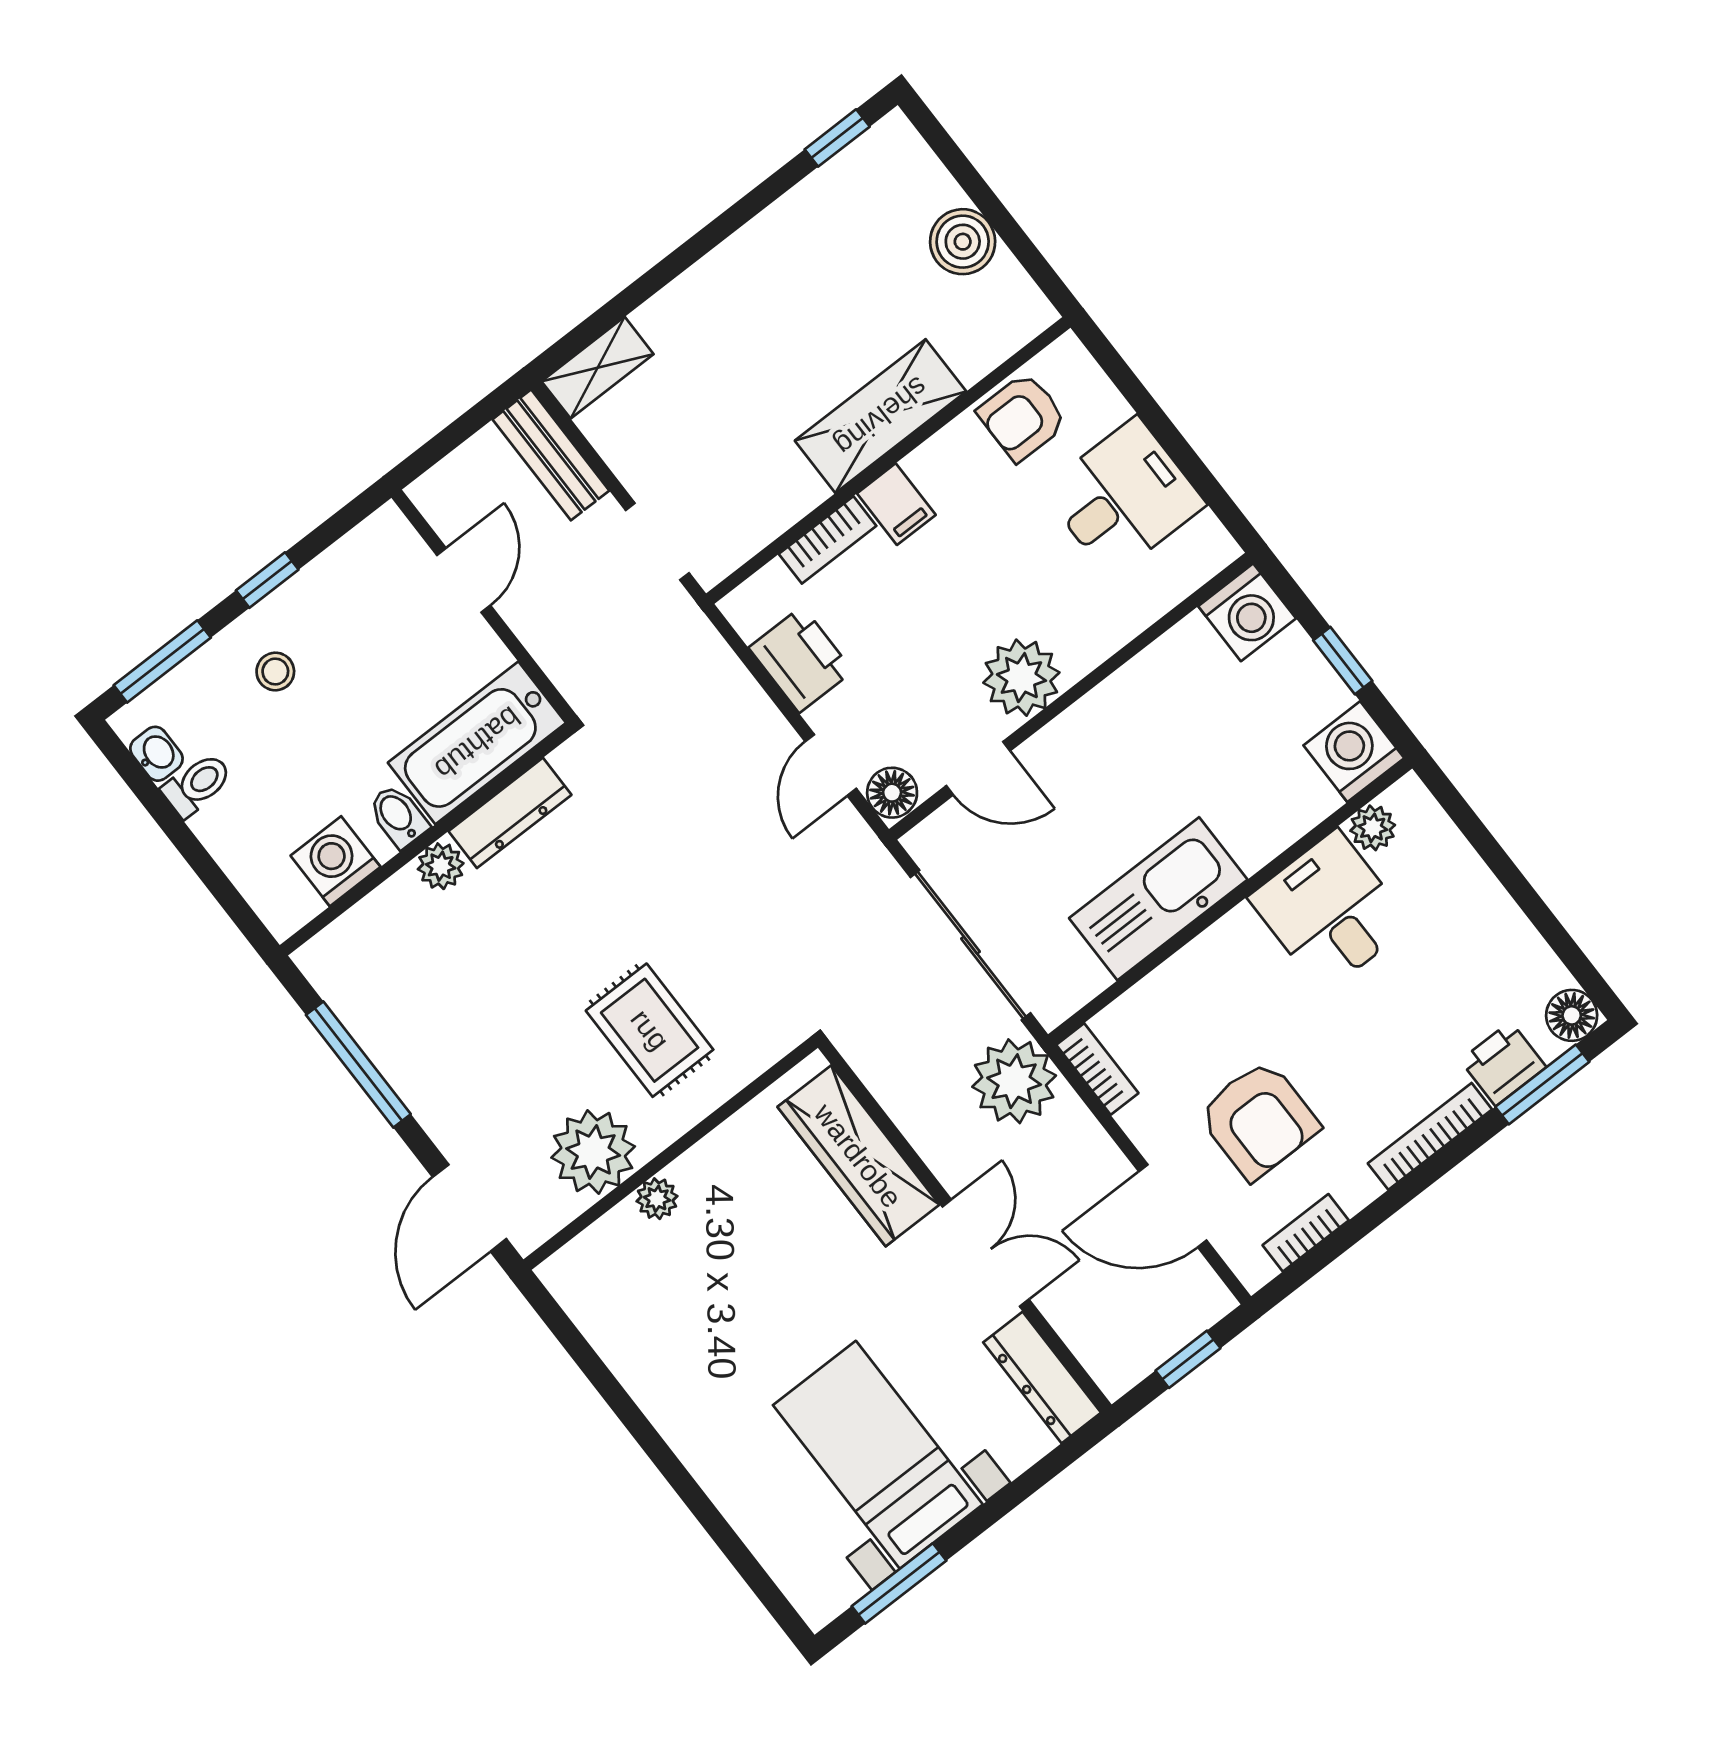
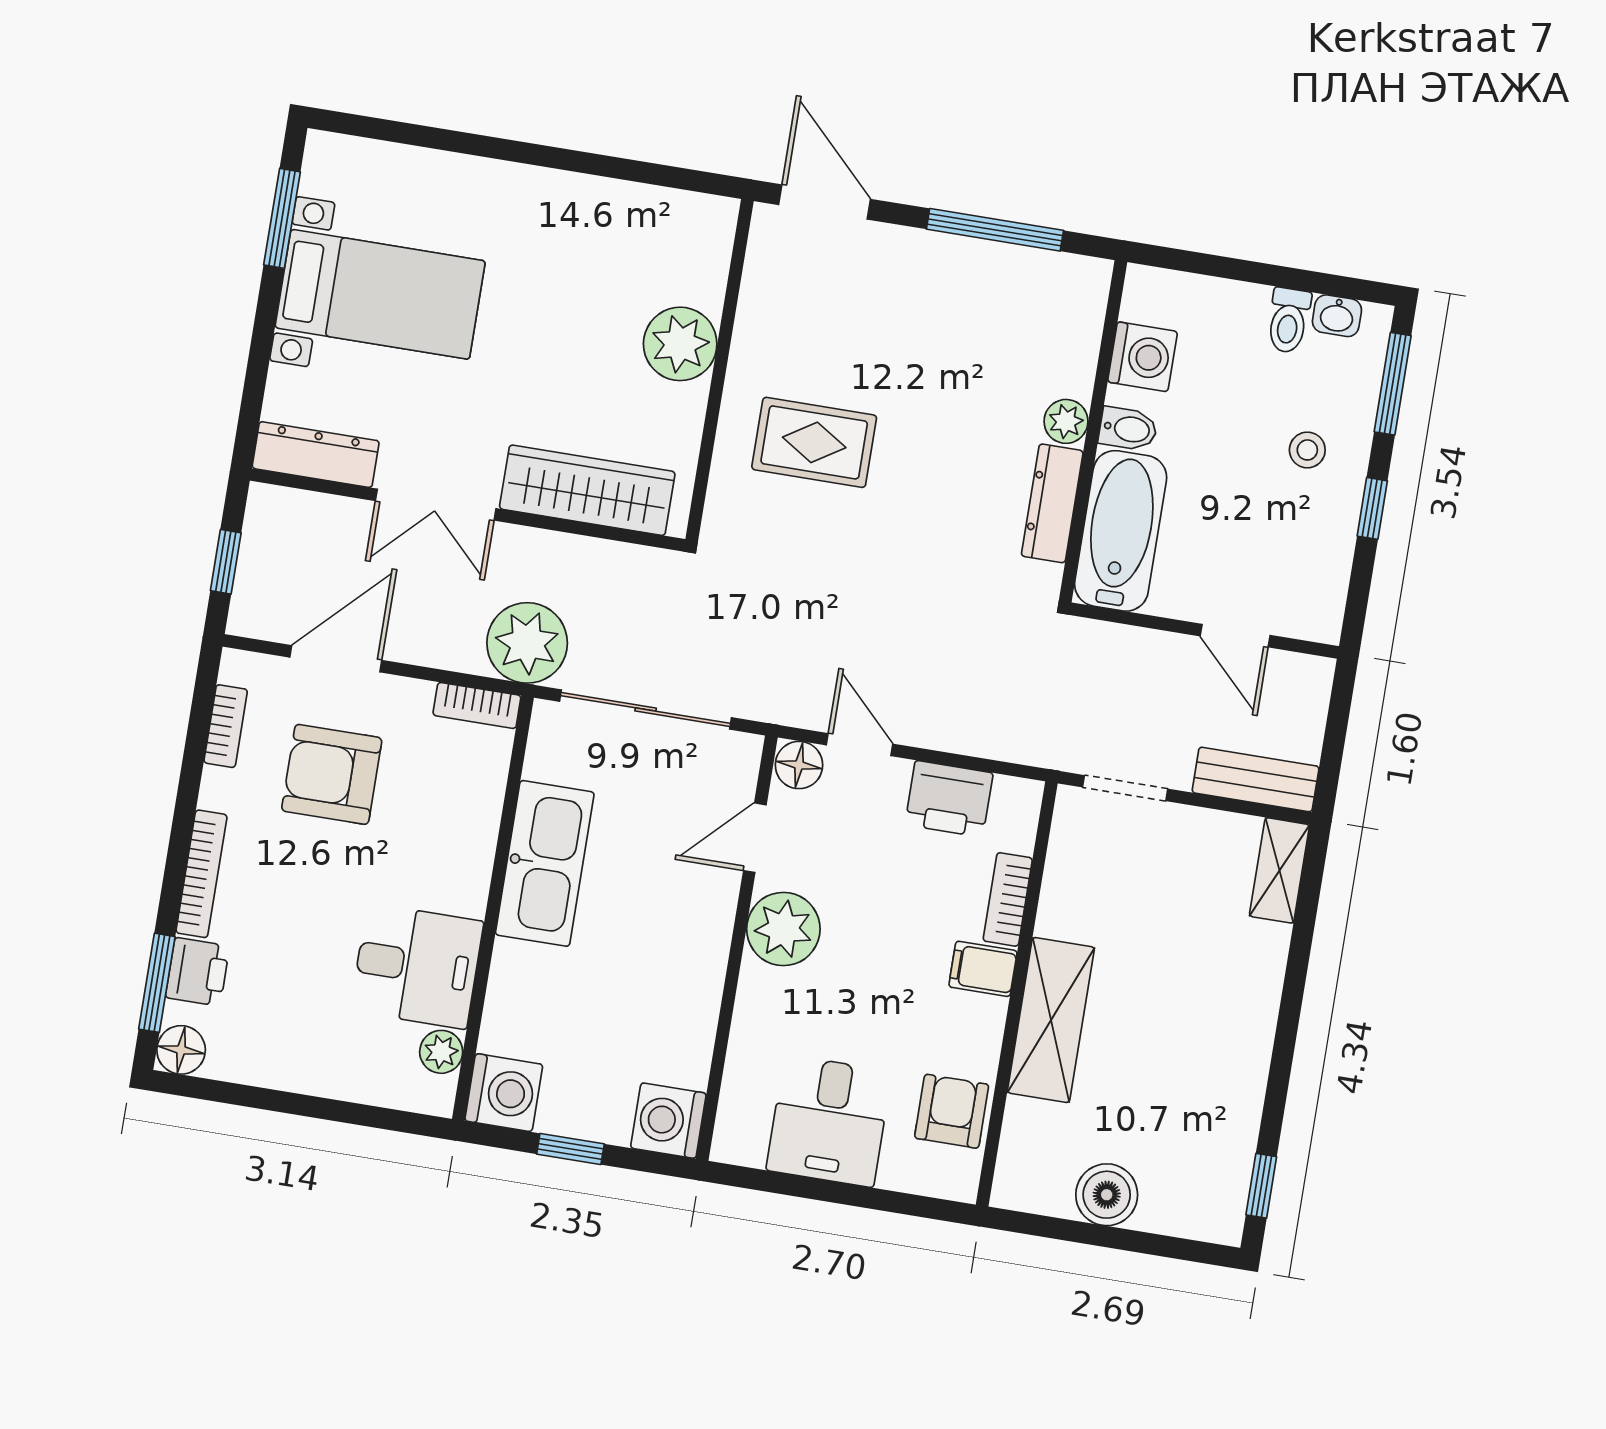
plant: (593, 1152) -> (775, 321), removed
plant: (657, 1199) -> (680, 344), width x1.87, depth x1.87

